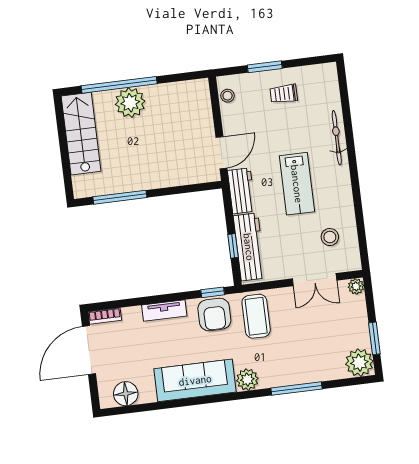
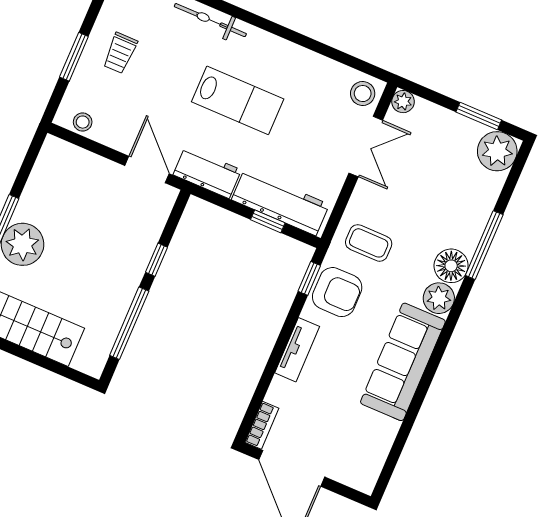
window: (169, 191) -> (156, 260), added
stool: (330, 237) -> (363, 94), moved
coffee table: (256, 316) -> (369, 243), width x0.73, depth x0.77
floor lamp: (126, 394) -> (451, 266), moved

